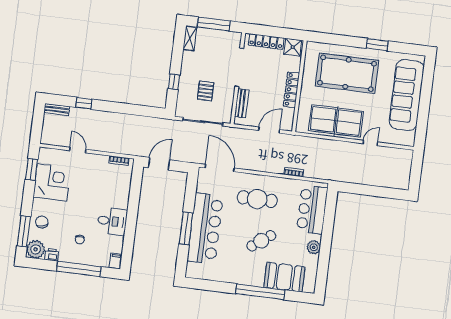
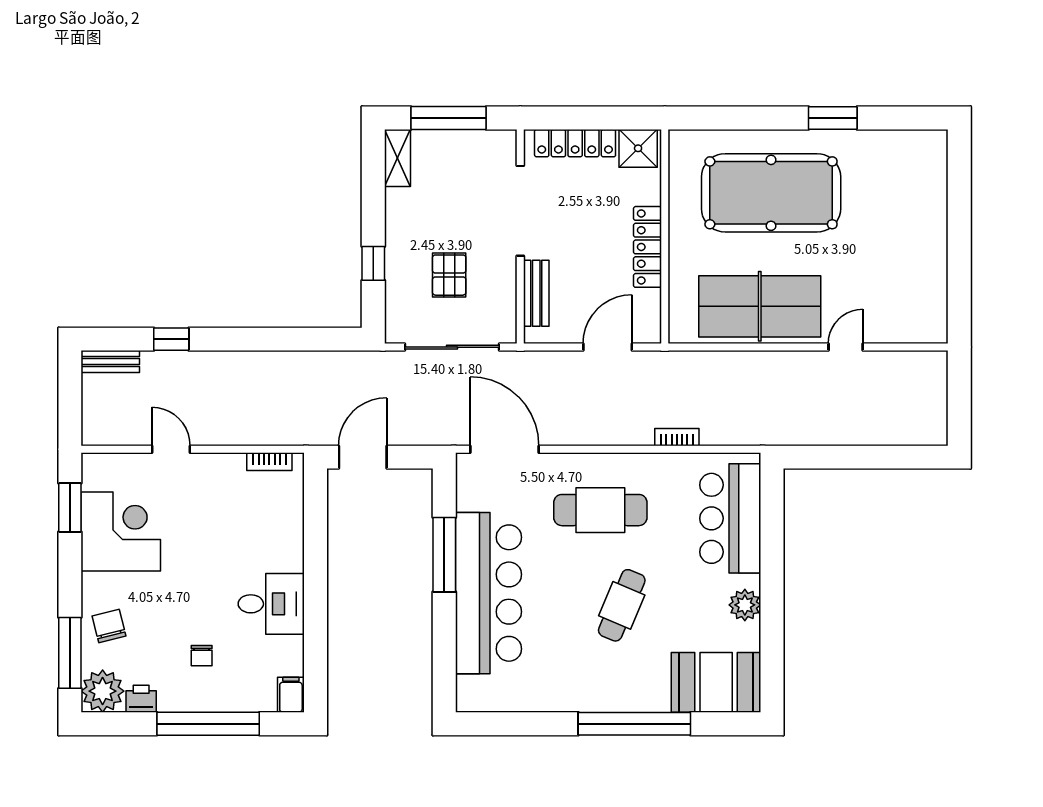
sofa: (407, 95) -> (915, 226), removed
window: (186, 228) -> (444, 555), moved
cafe table: (261, 241) -> (622, 605), turned -31
booth: (284, 277) -> (716, 682), moved

